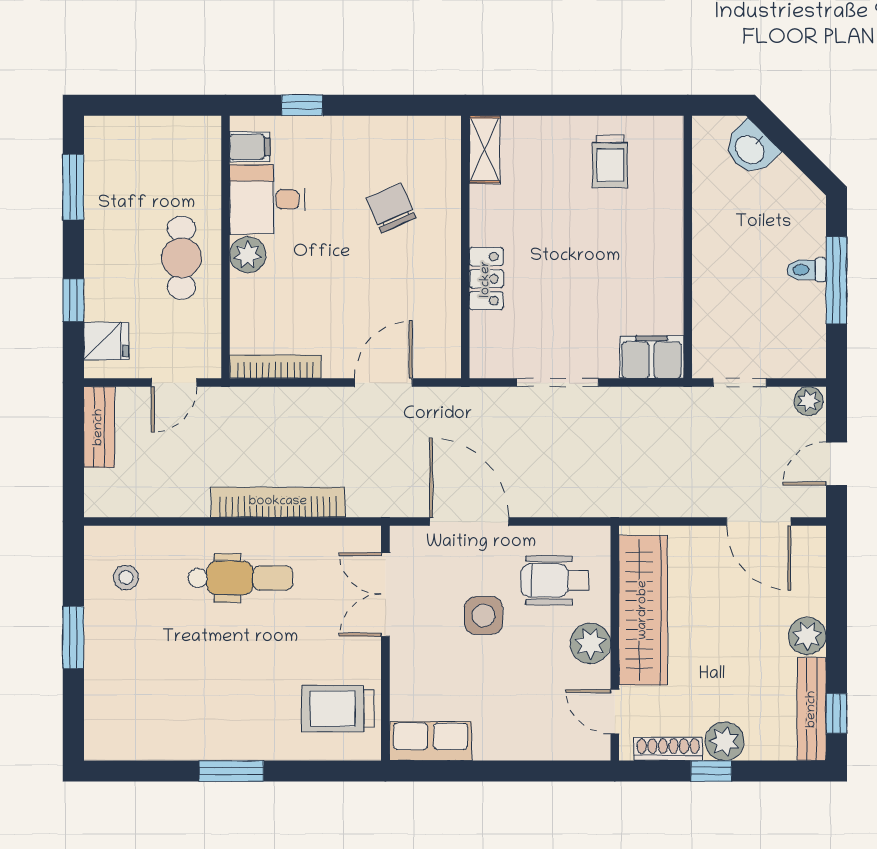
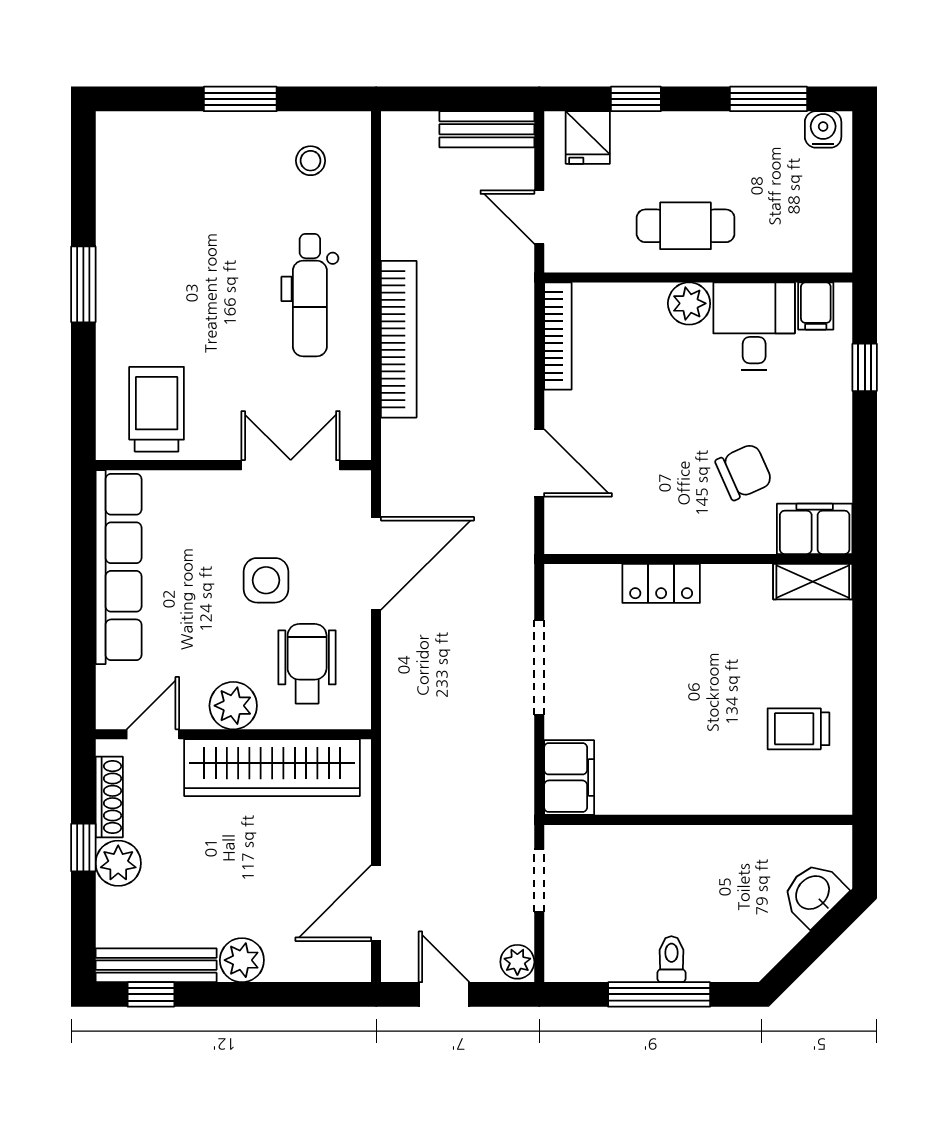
water cooler: (99, 141) -> (823, 129), added
filing cabinet: (440, 148) -> (815, 529), added
row of seats: (431, 741) -> (119, 567), width x2.02

